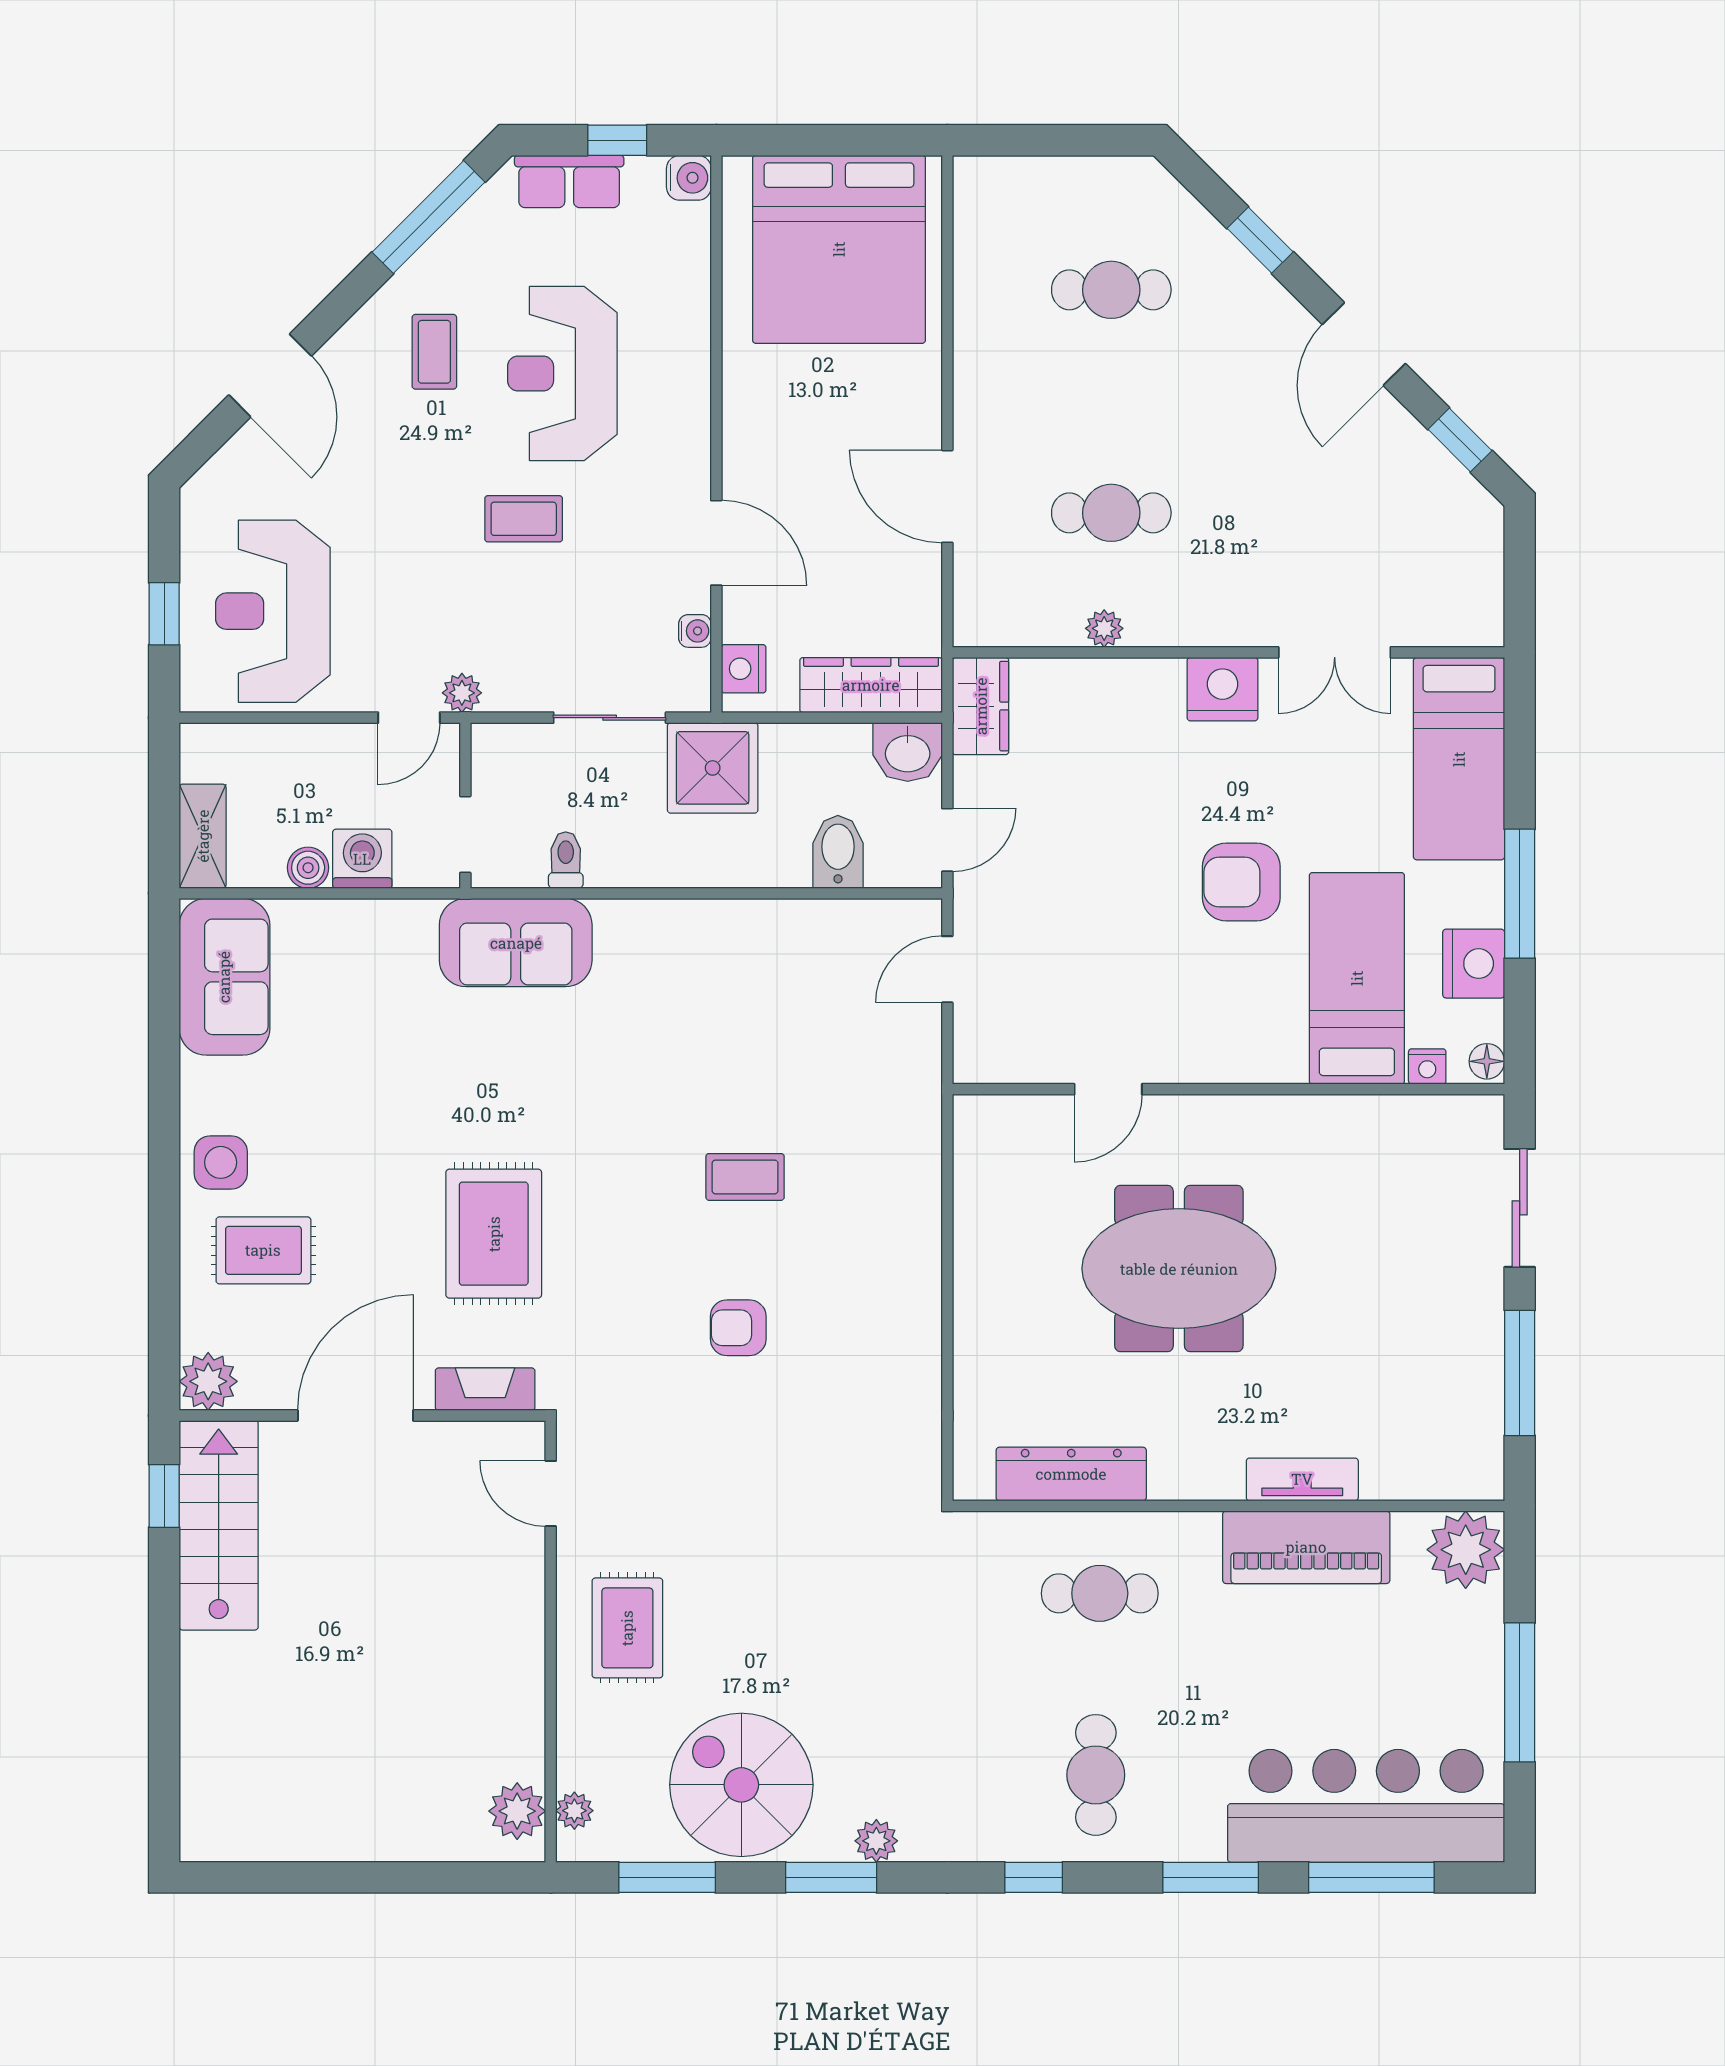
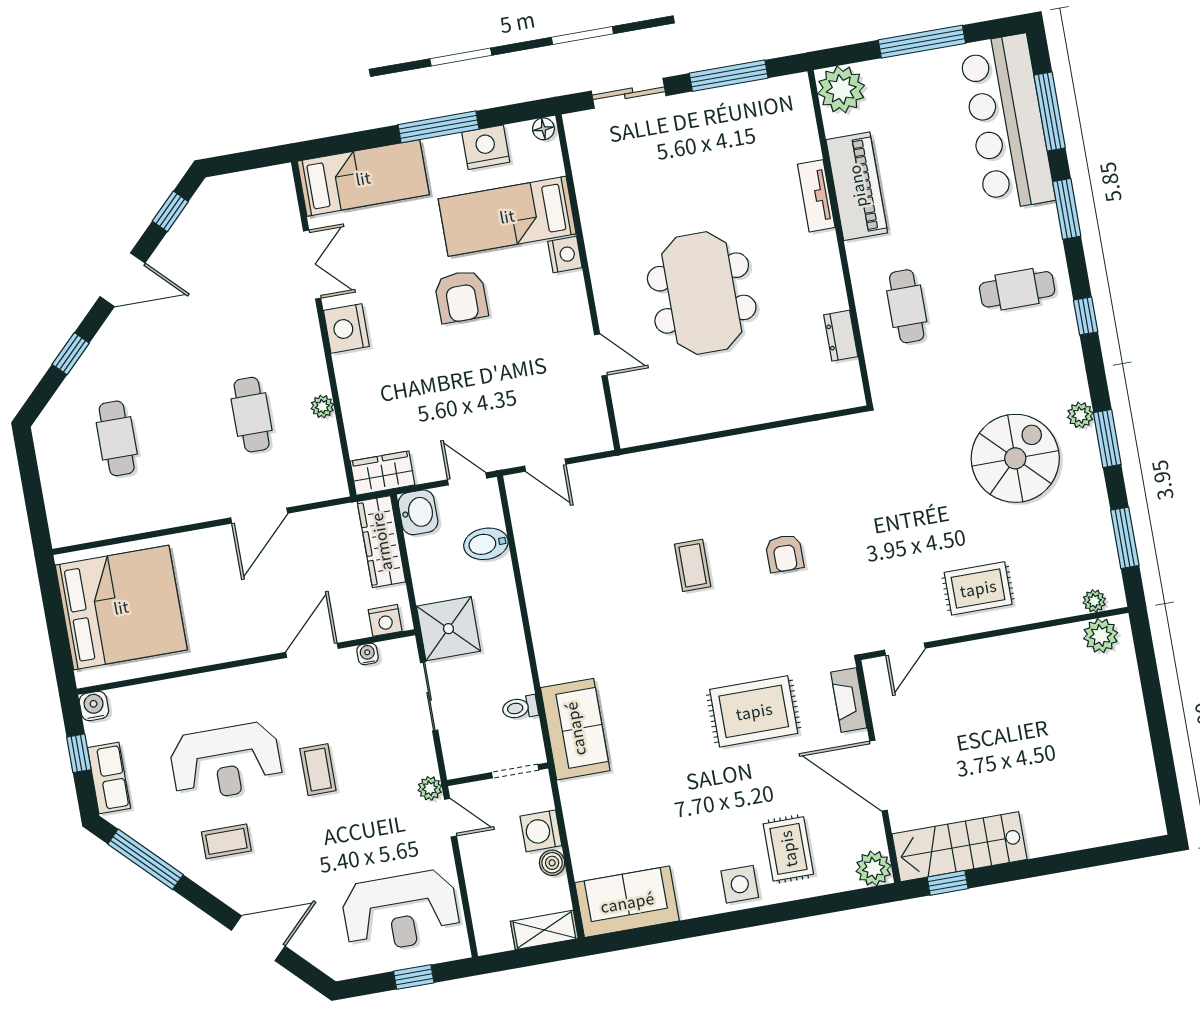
nightstand: (1427, 1066) -> (565, 255), moved, width x1.39, depth x1.35
dresser: (1071, 1474) -> (841, 336), width x0.51, depth x0.80
spiral stairs: (741, 1785) -> (1015, 458), moved, turned 180

